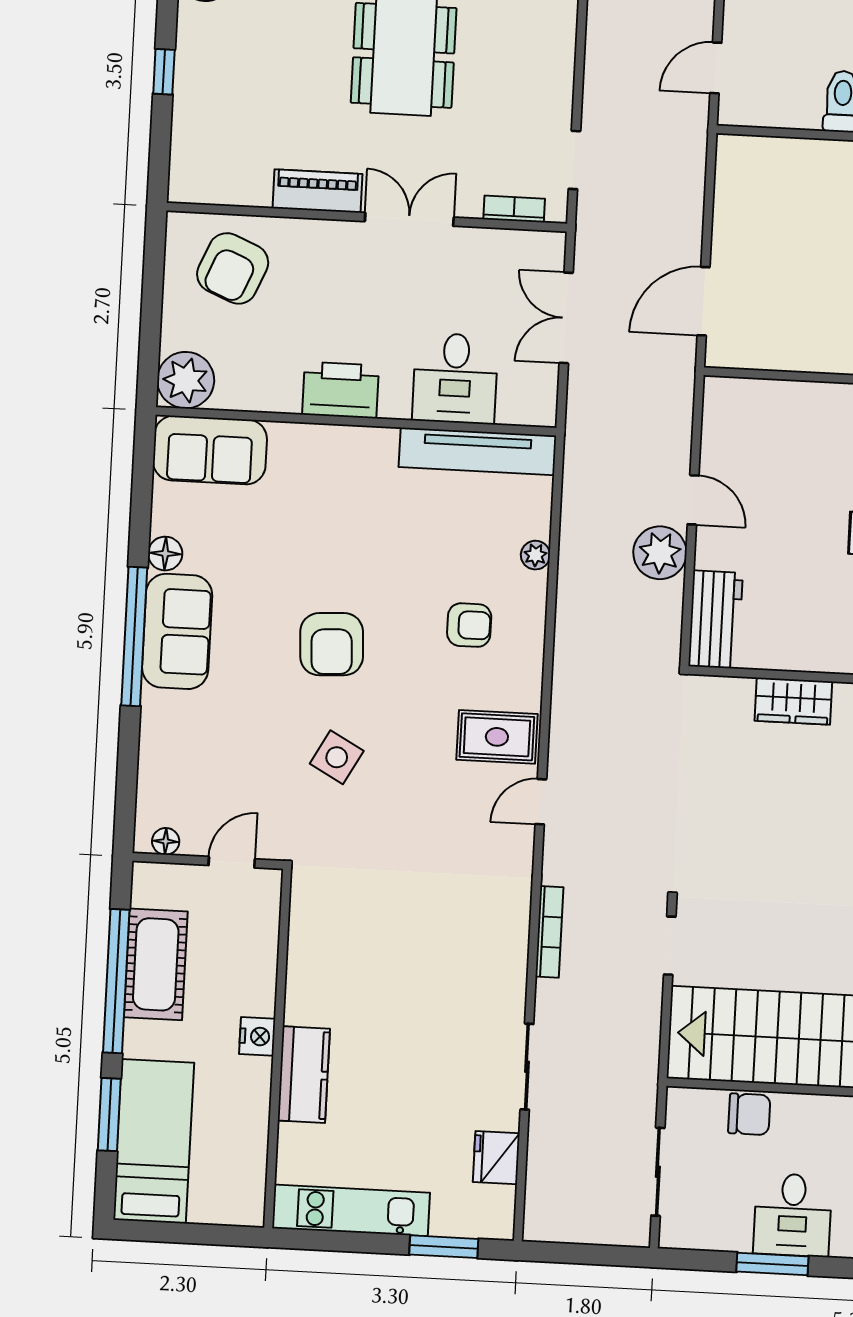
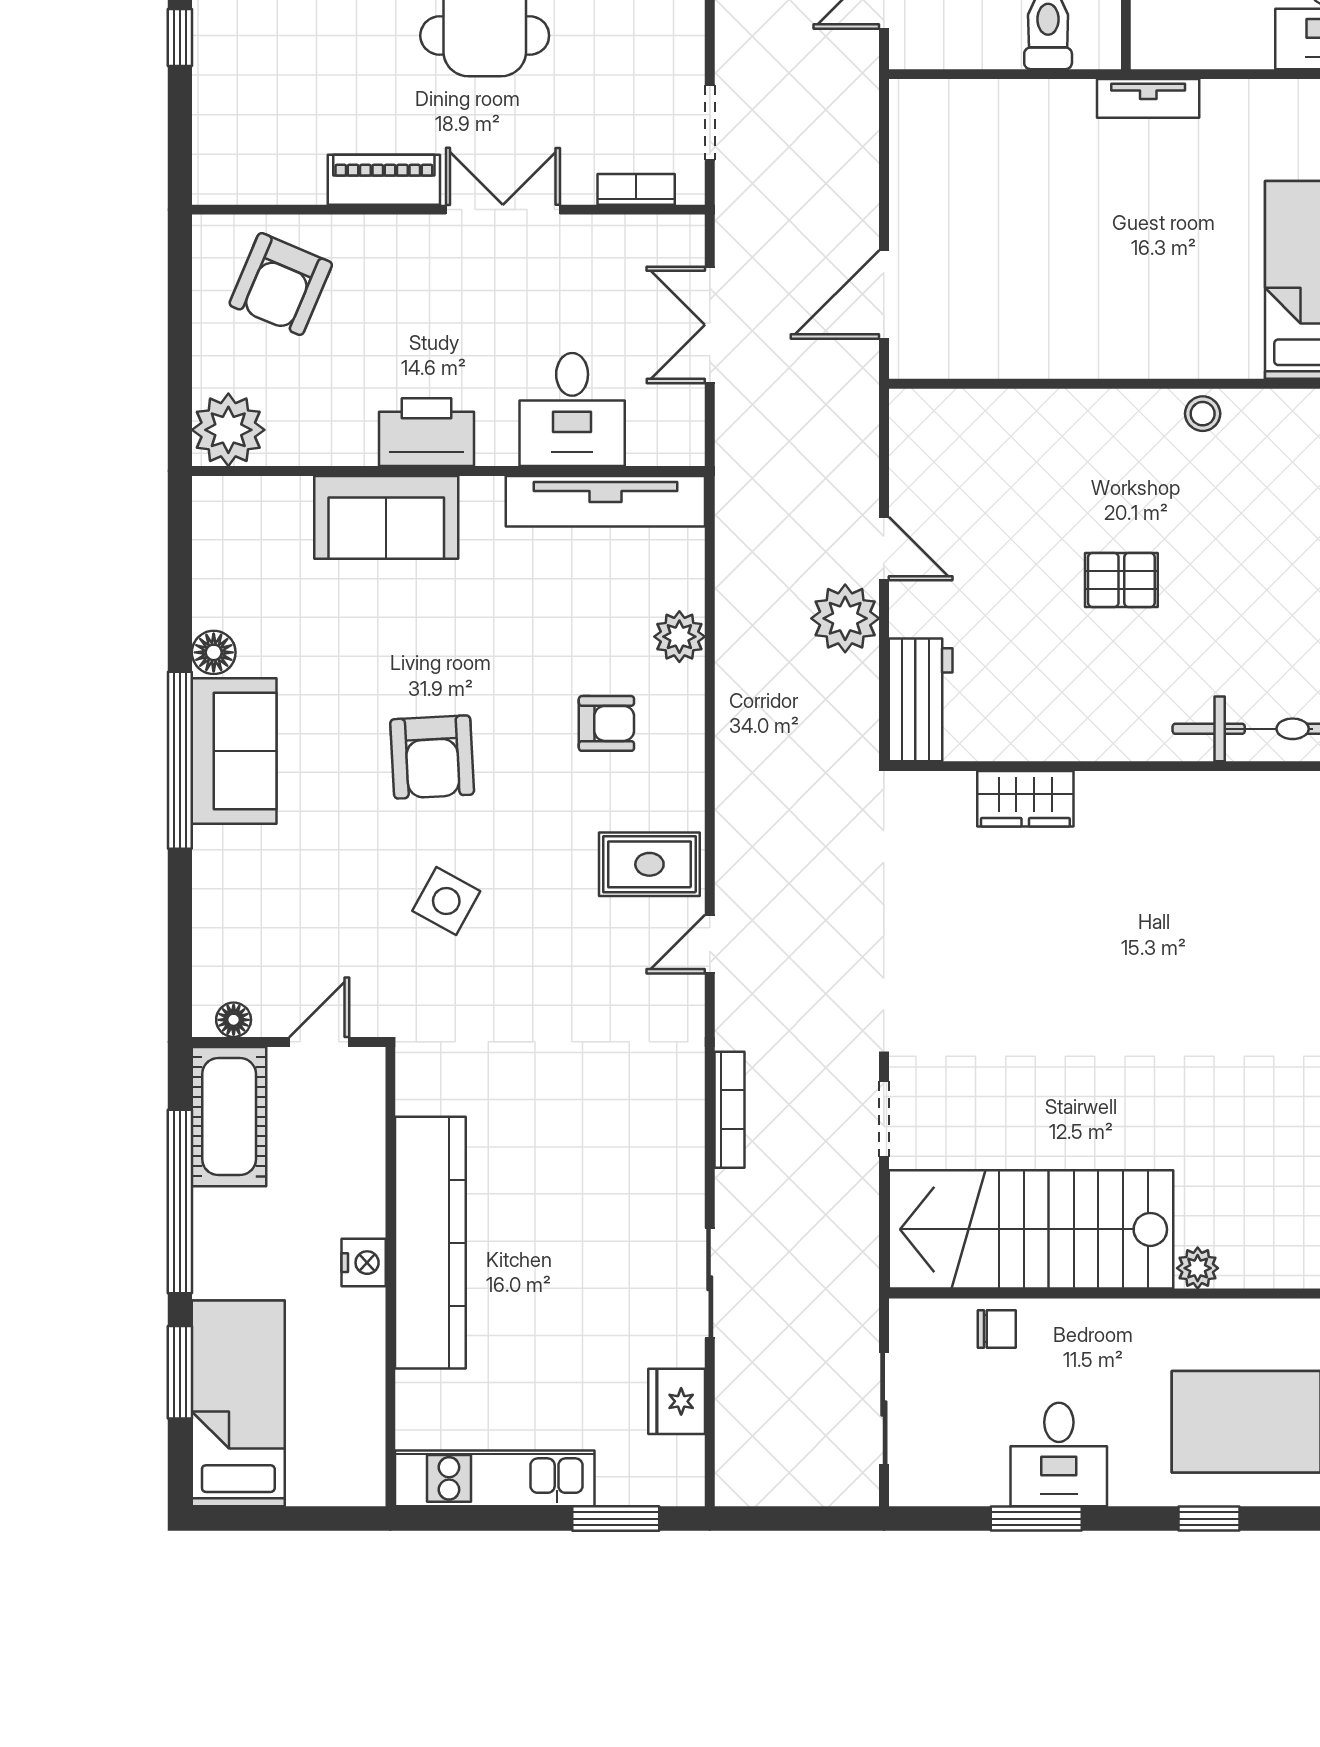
sofa: (210, 450) -> (386, 517), moved
plant: (535, 555) -> (679, 637), width x1.38, depth x1.38
cot: (156, 964) -> (229, 1117), moved
kitchen counter: (304, 1075) -> (430, 1243), width x2.08, depth x1.17
chair: (749, 1114) -> (997, 1329), width x0.73, depth x0.73

